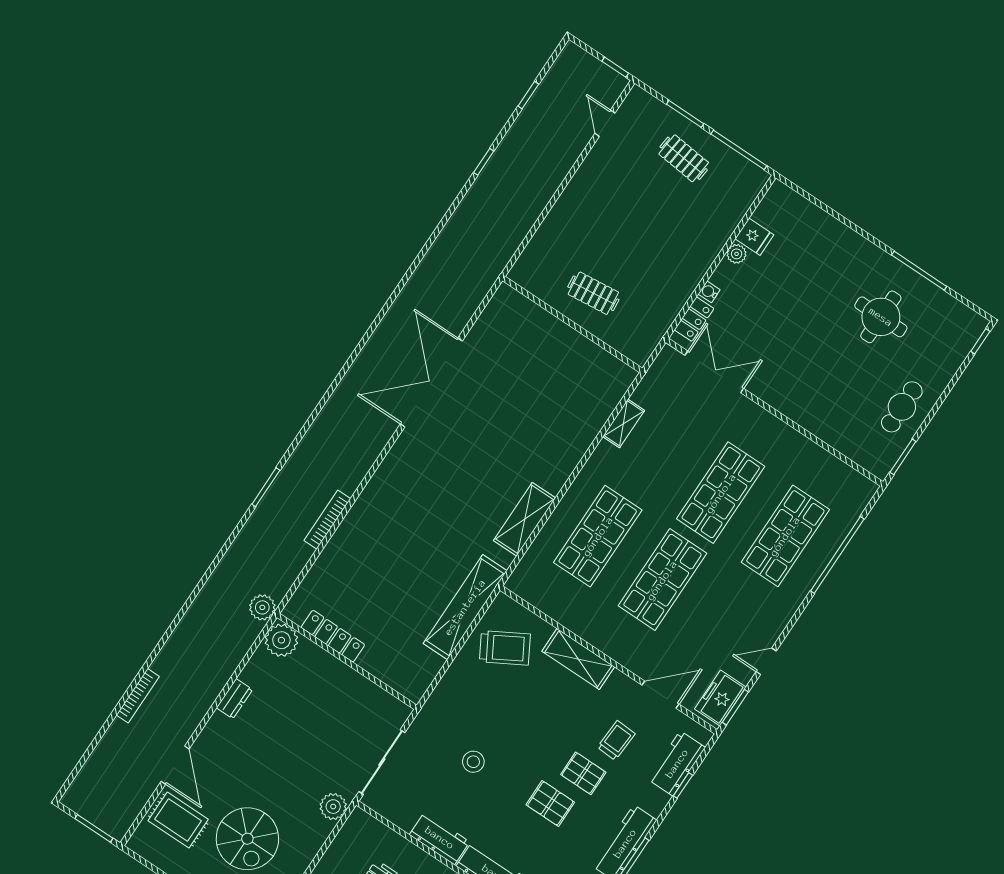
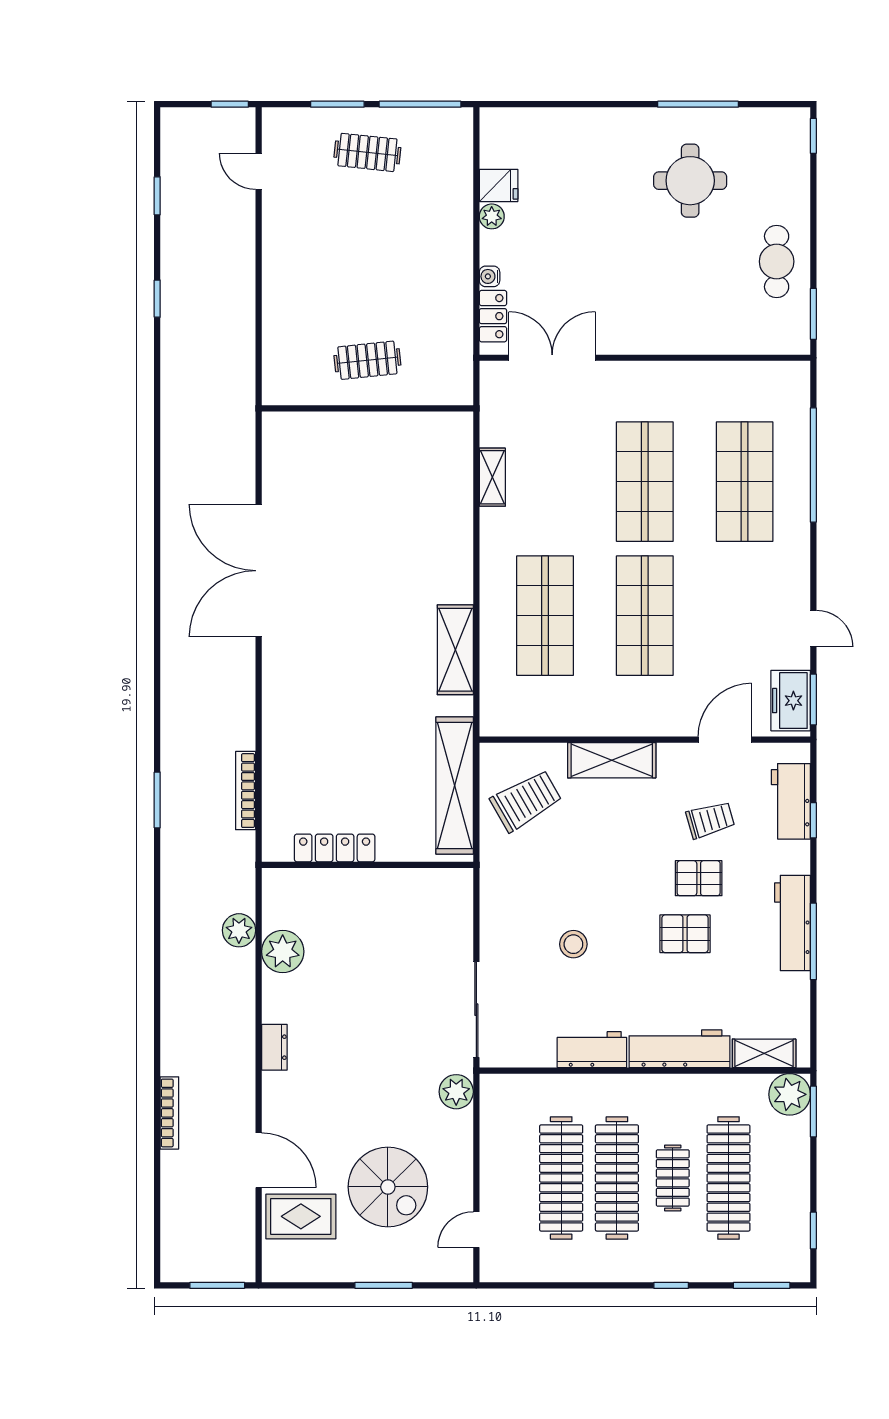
locker: (333, 636) -> (335, 848), moved
wall: (347, 661) -> (367, 865), moved
door: (766, 661) -> (813, 629), swing flipped
trolley: (616, 740) -> (710, 820), turned 71

